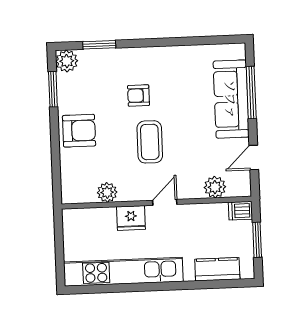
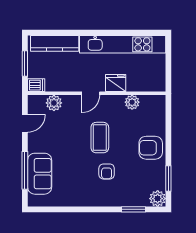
armchair: (138, 95) -> (107, 171), turned 90
sofa: (231, 99) -> (40, 174), width x0.73
kitchen counter: (217, 269) -> (55, 43), width x1.50

